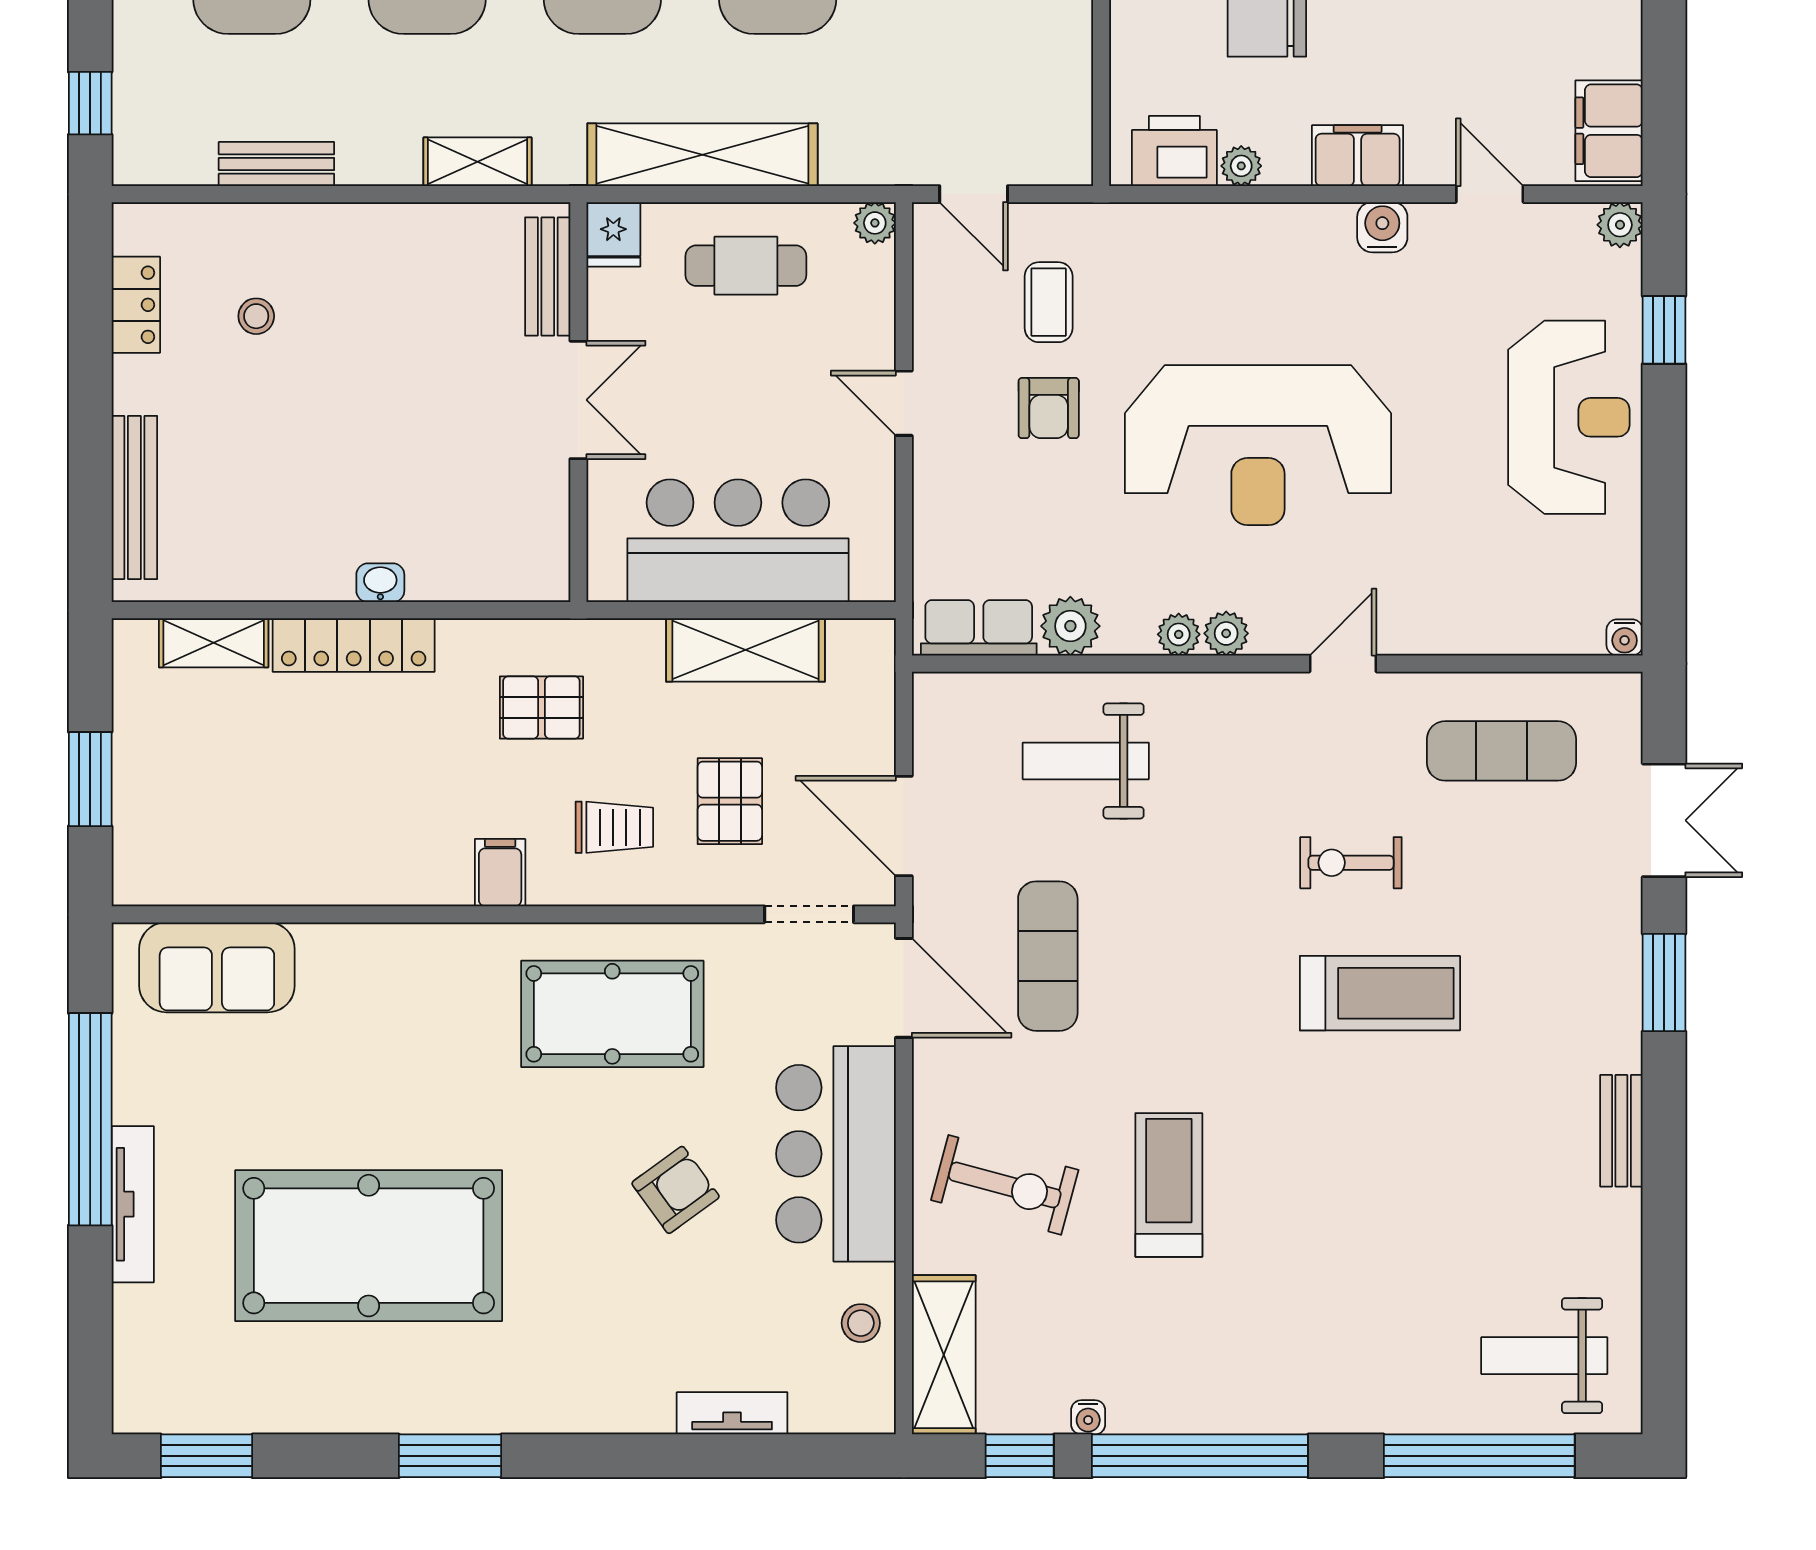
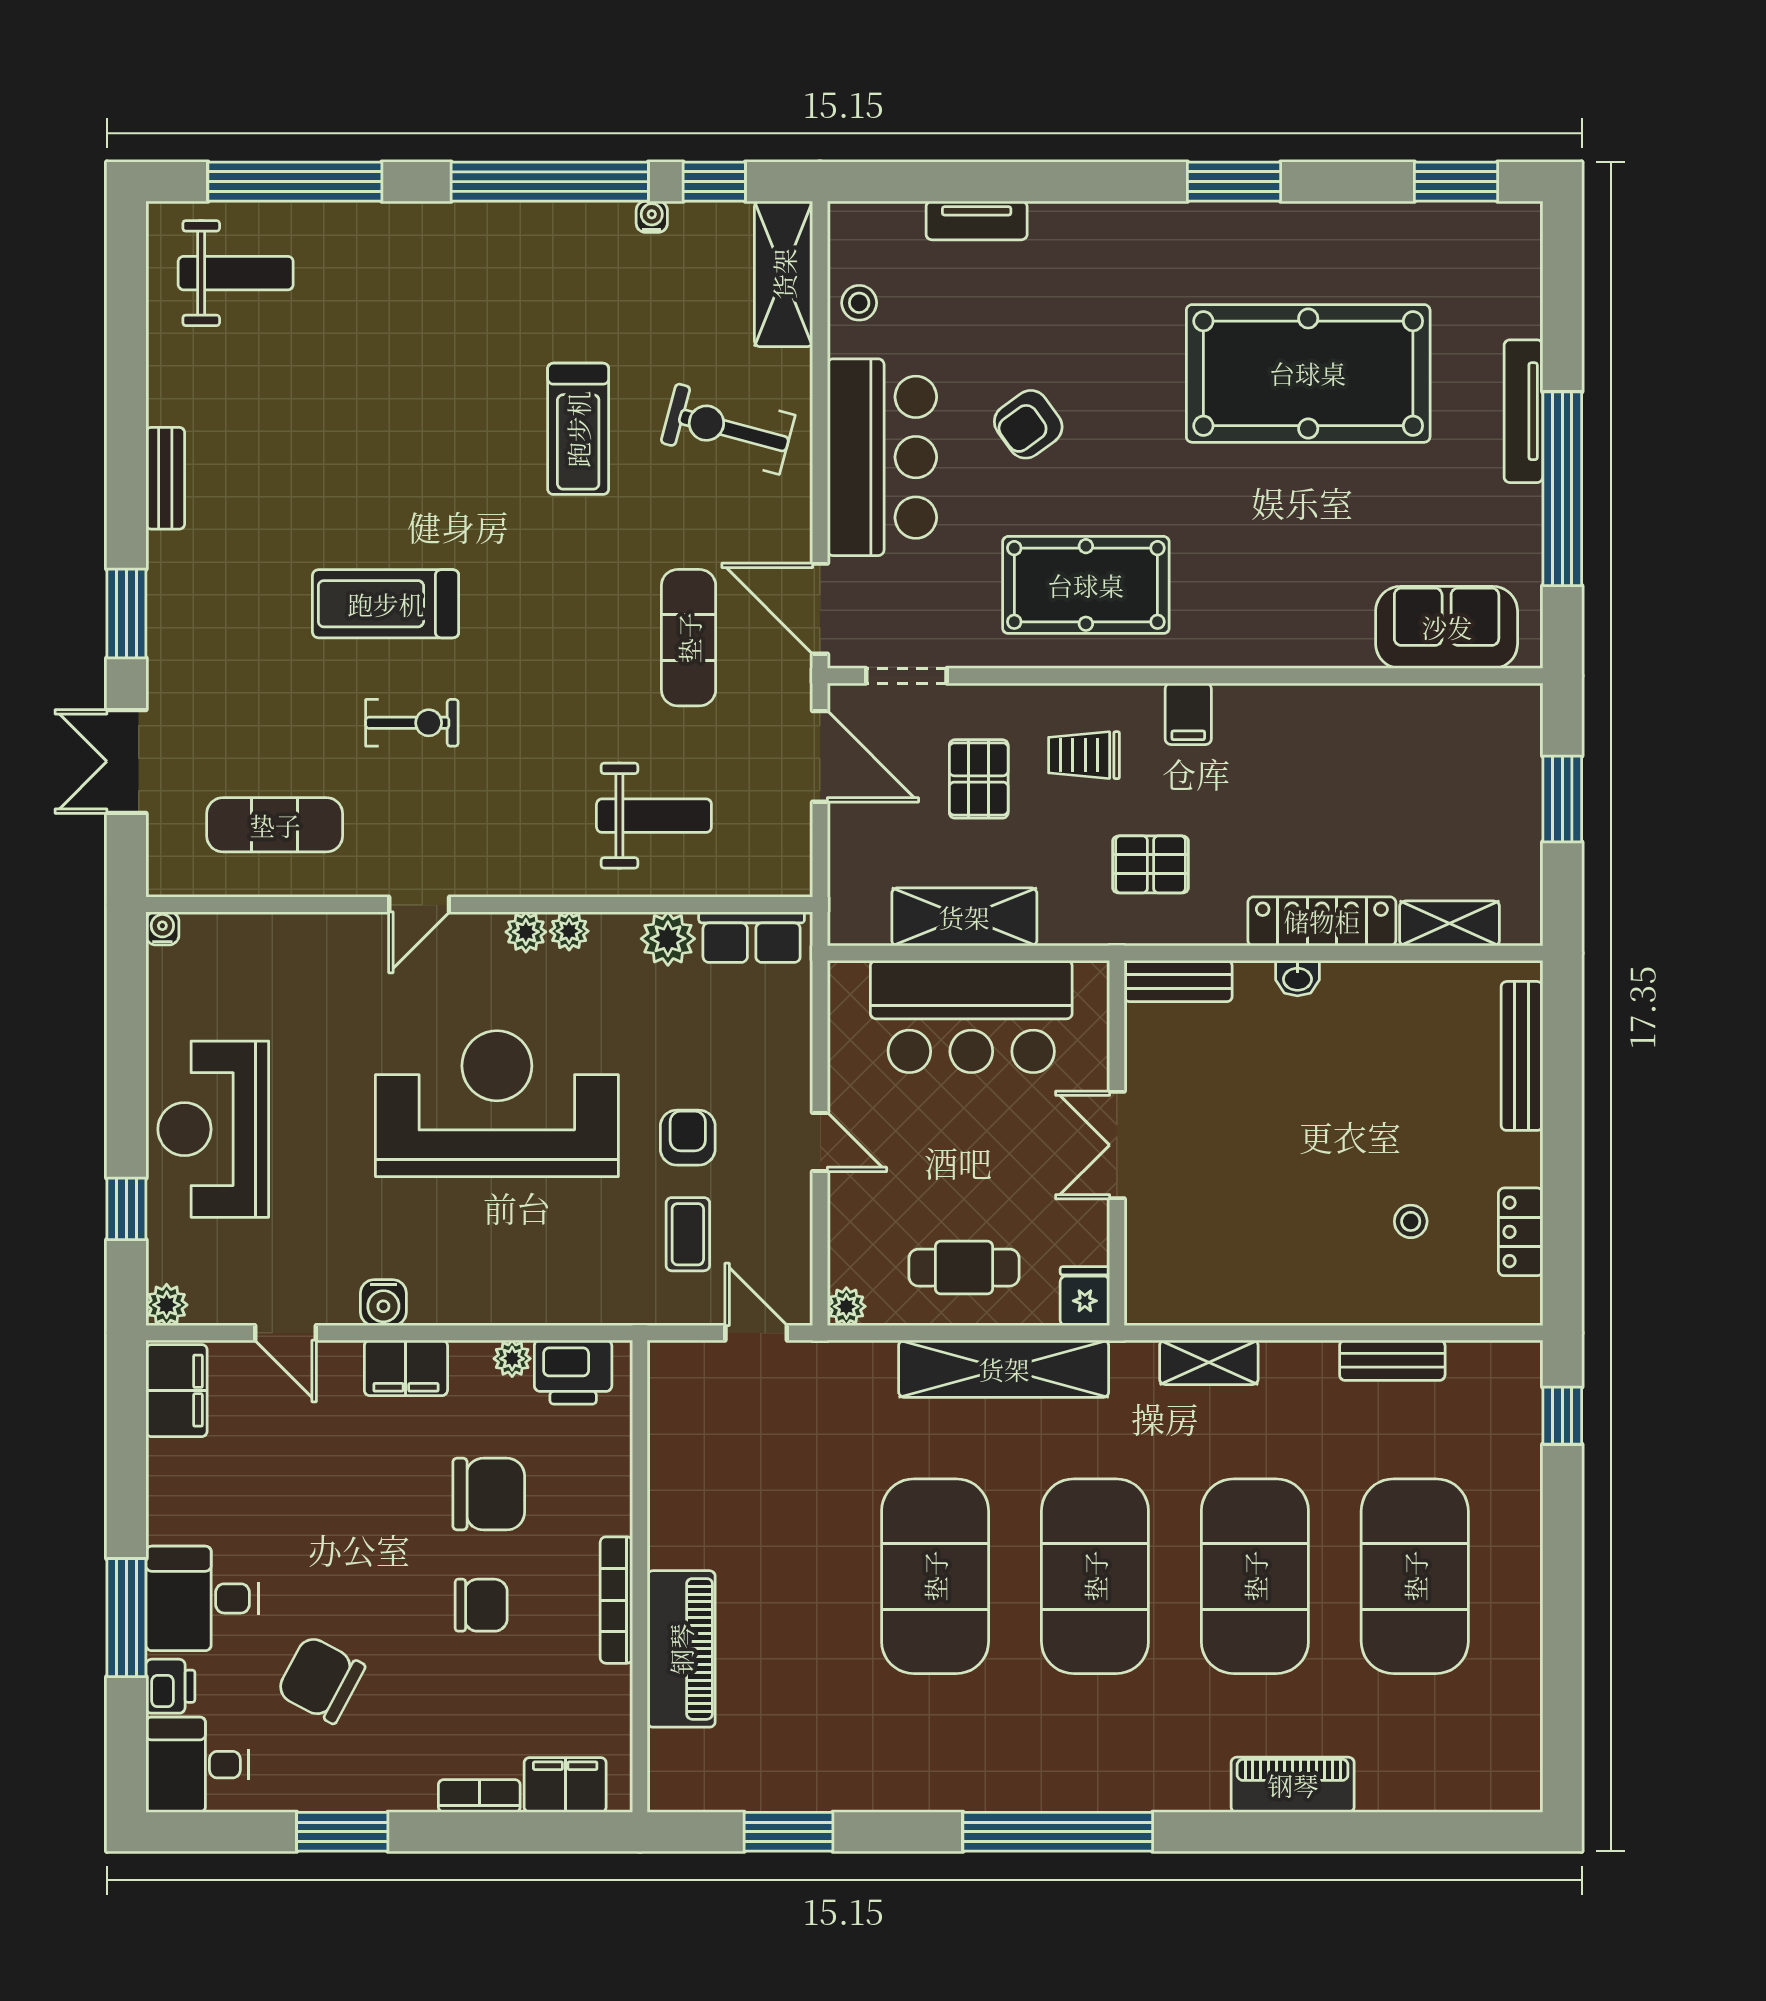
bench: (548, 277) -> (1178, 981), moved, turned 90

